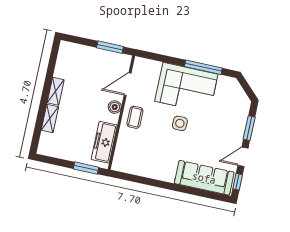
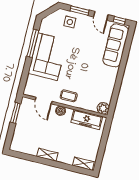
shelving: (50, 118) -> (83, 164), moved
side table: (180, 123) -> (70, 22), moved
plant: (120, 164) -> (103, 108), added
window: (86, 168) -> (106, 134), removed

